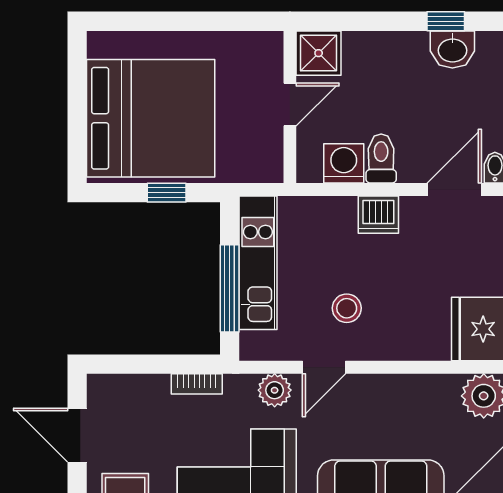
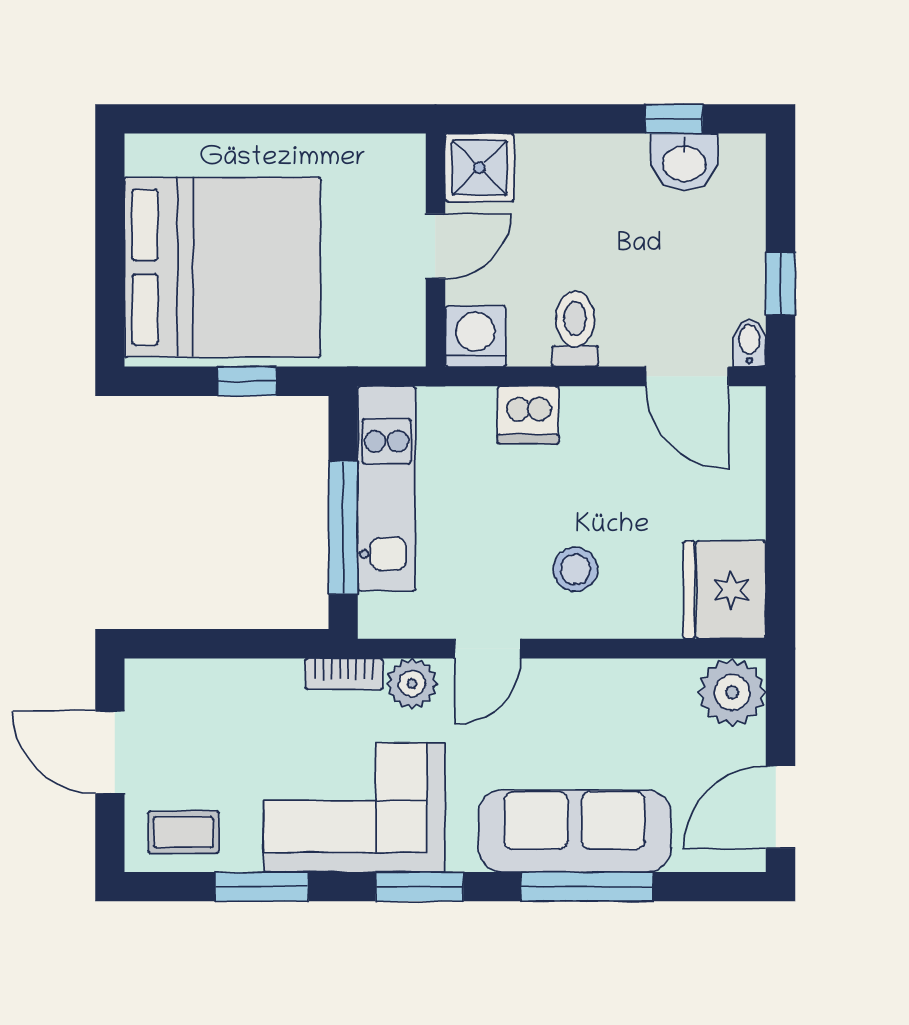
washing machine: (344, 163) -> (476, 336), moved
door: (454, 190) -> (687, 376), swing flipped
dishwasher: (378, 215) -> (528, 415), moved
stool: (347, 308) -> (575, 569), moved
bookcase: (197, 384) -> (344, 674), moved

